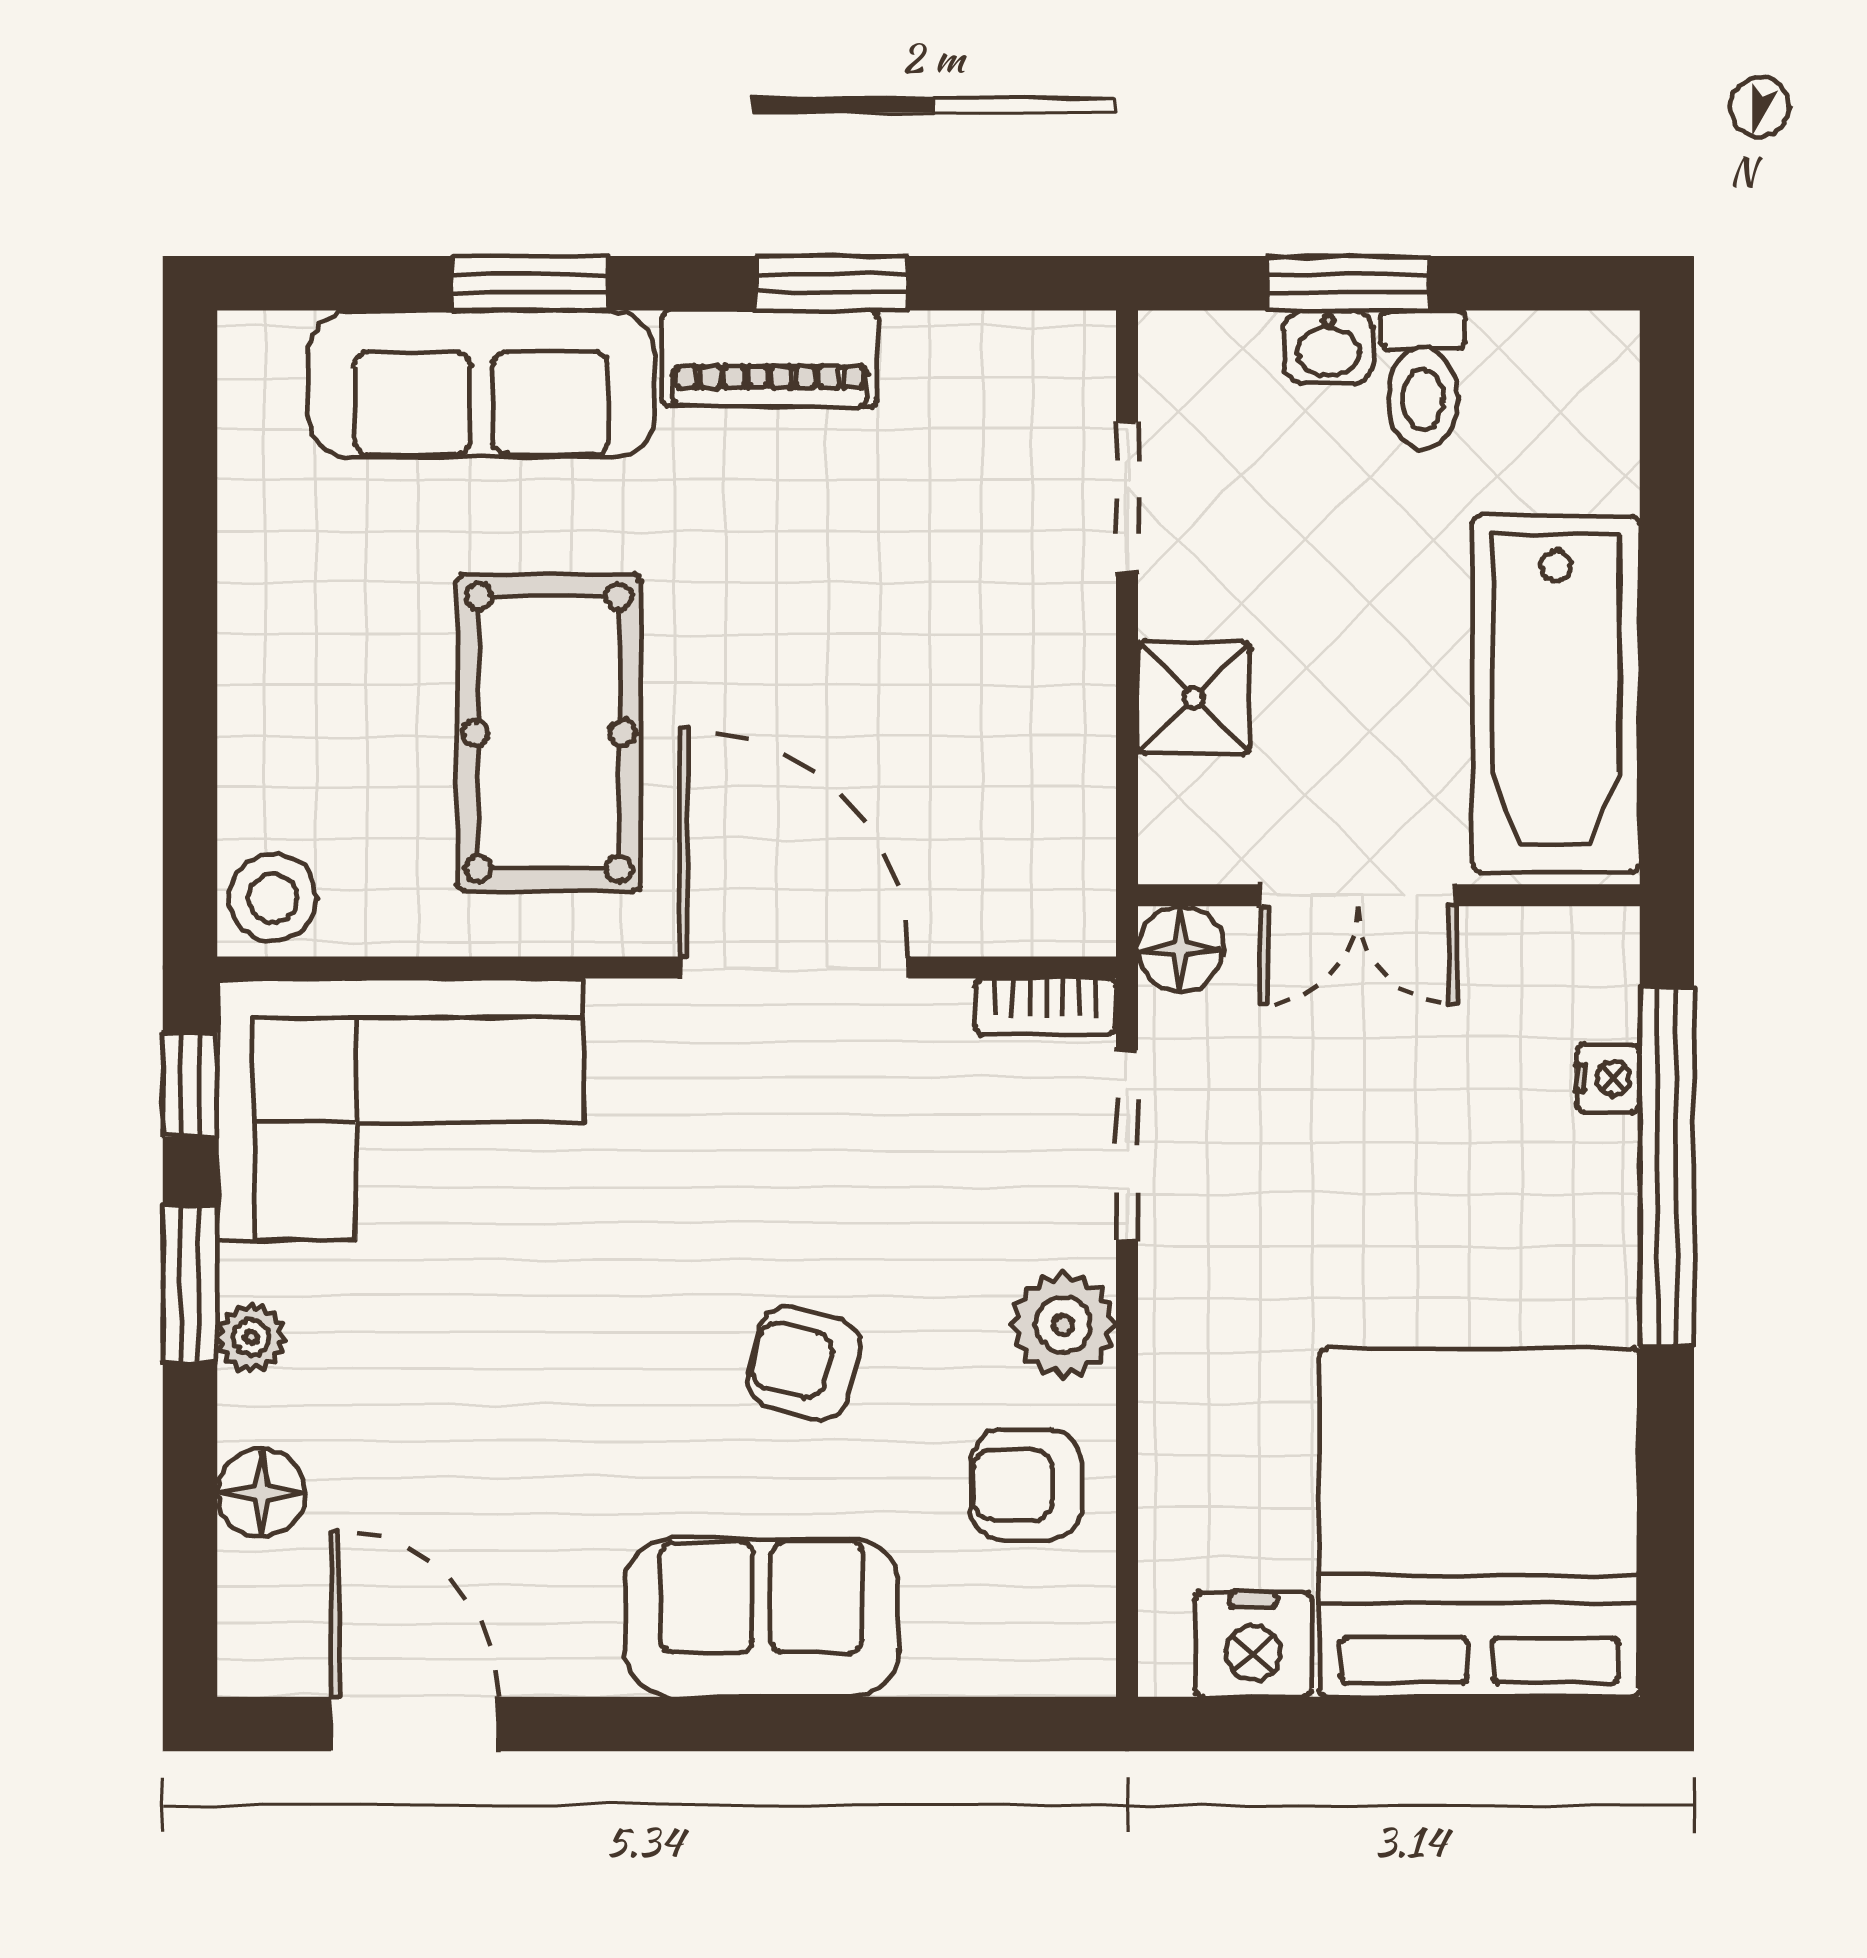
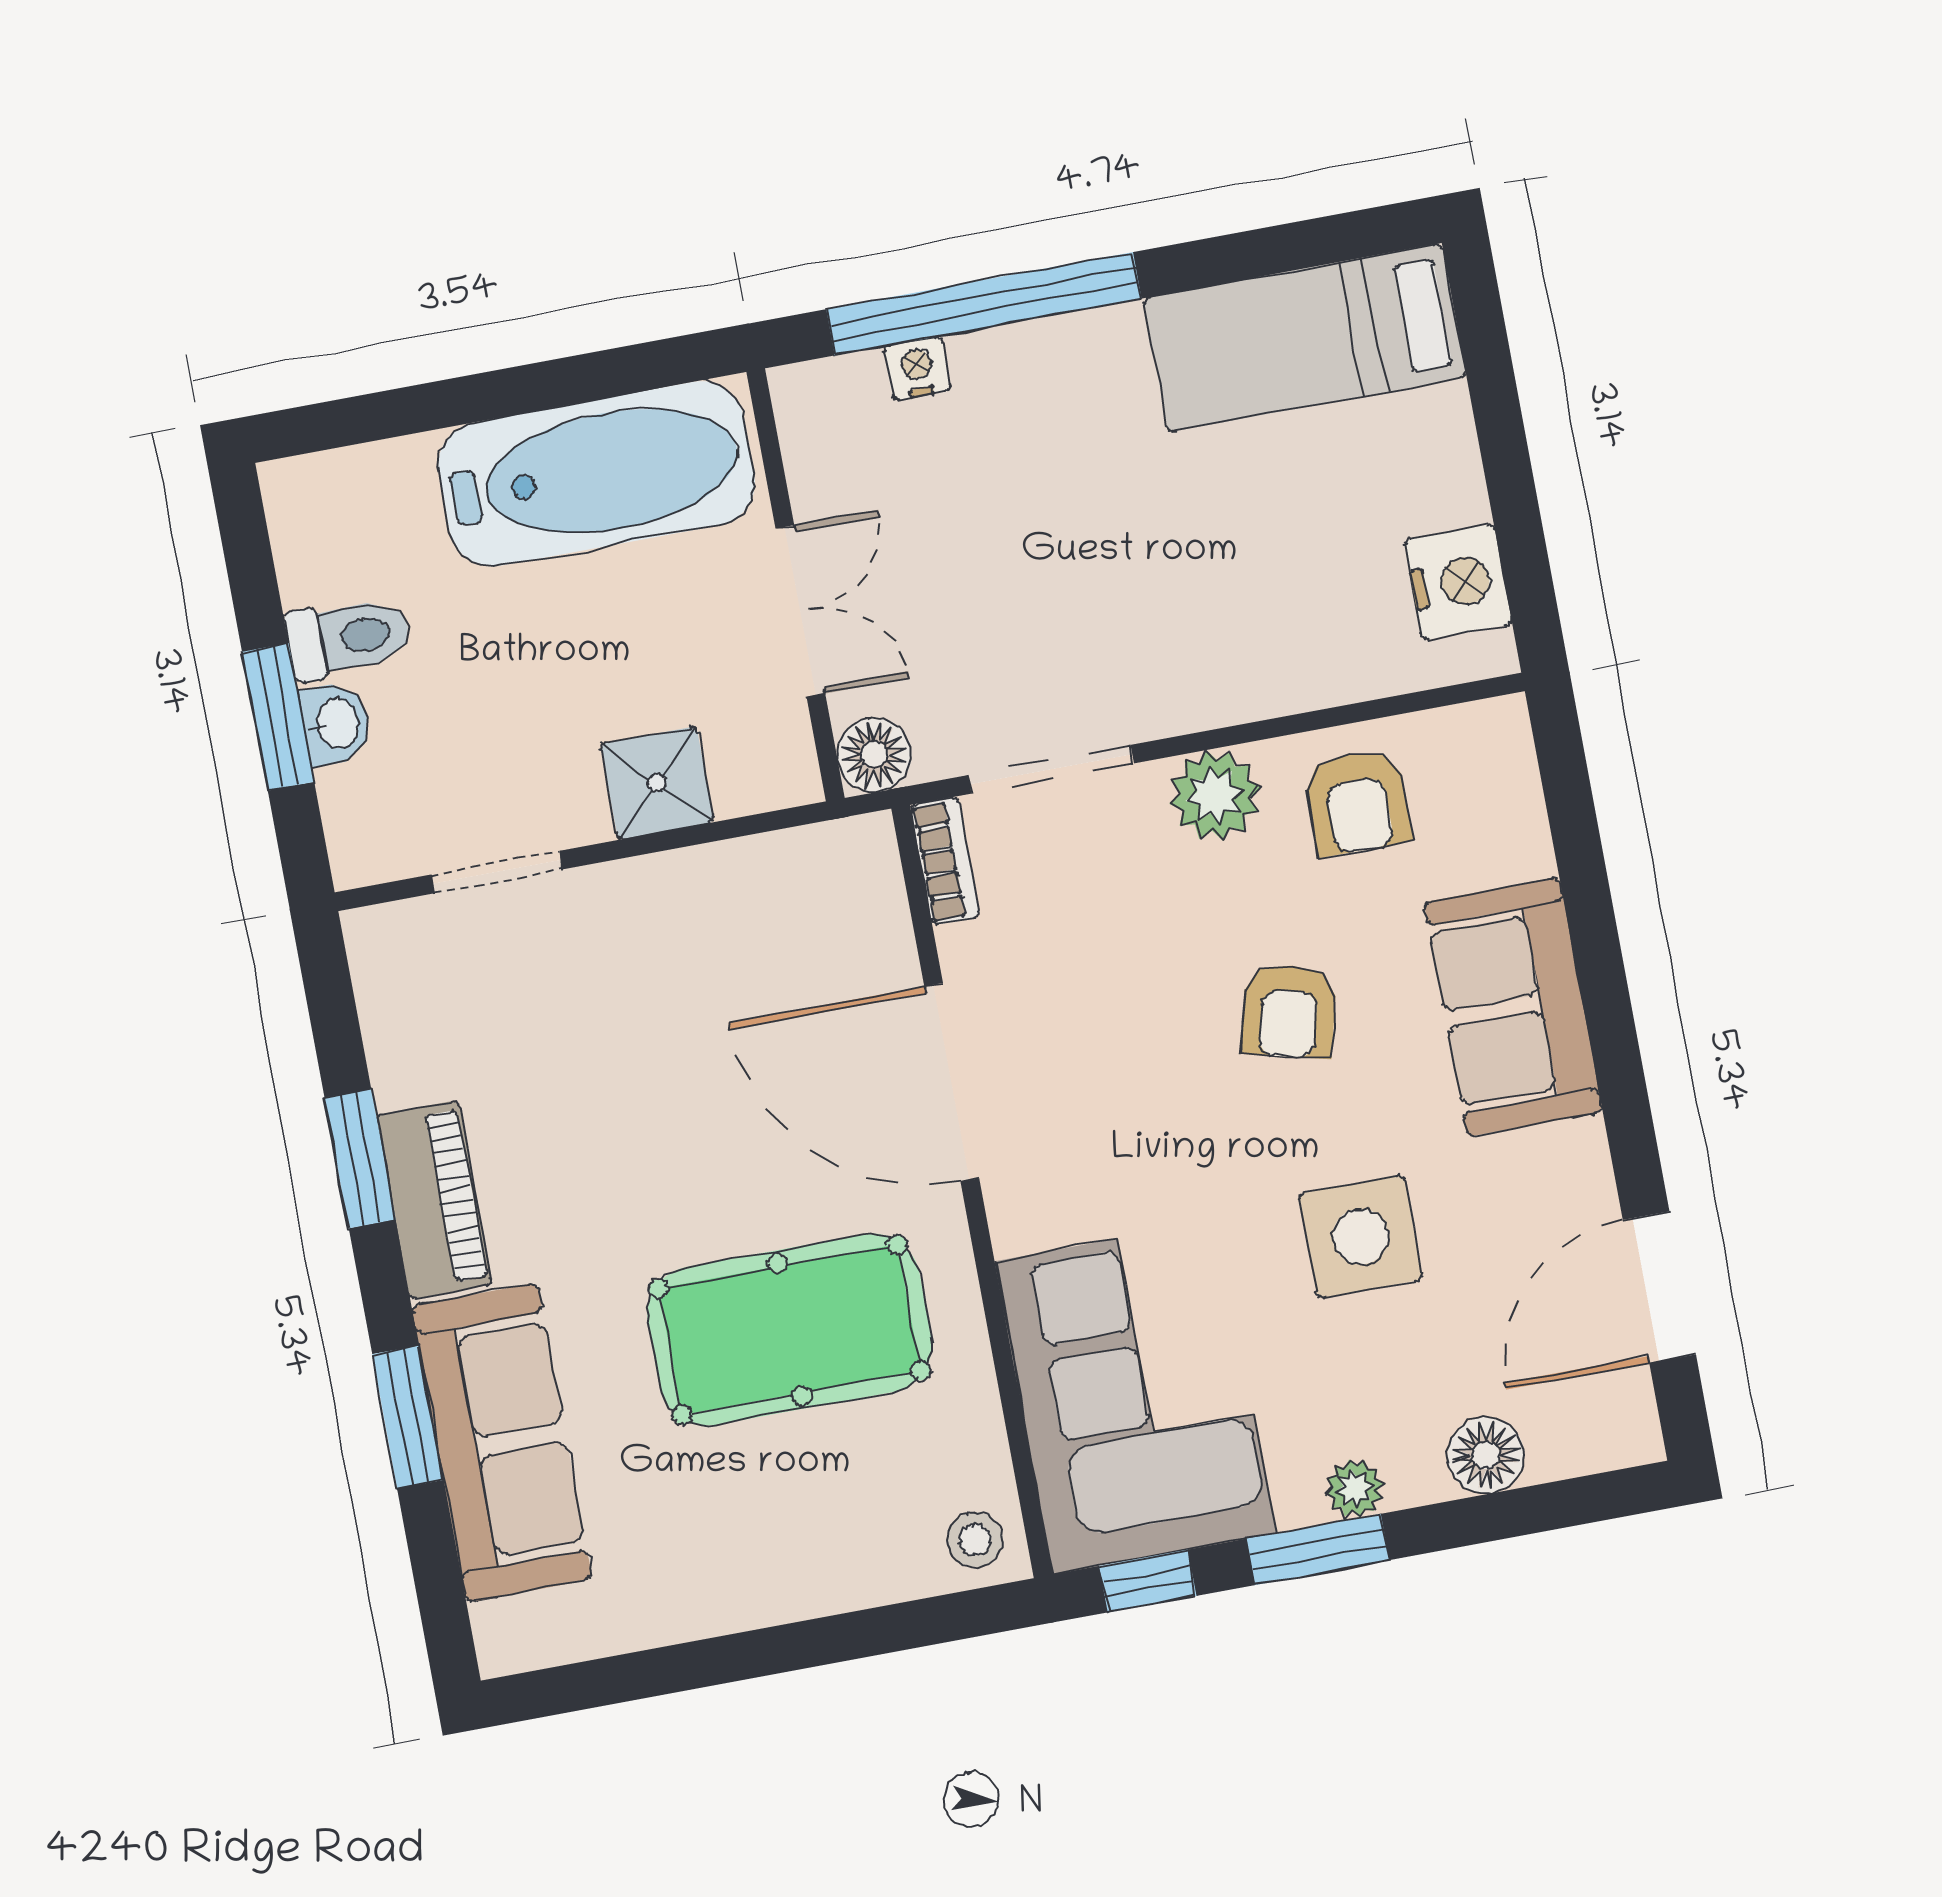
stool: (273, 898) -> (975, 1540), width x0.73, depth x0.73
door: (794, 968) -> (952, 1082), hinge flipped
side table: (534, 1397) -> (1360, 1237), added
bed: (1479, 1523) -> (1305, 338), width x0.49

